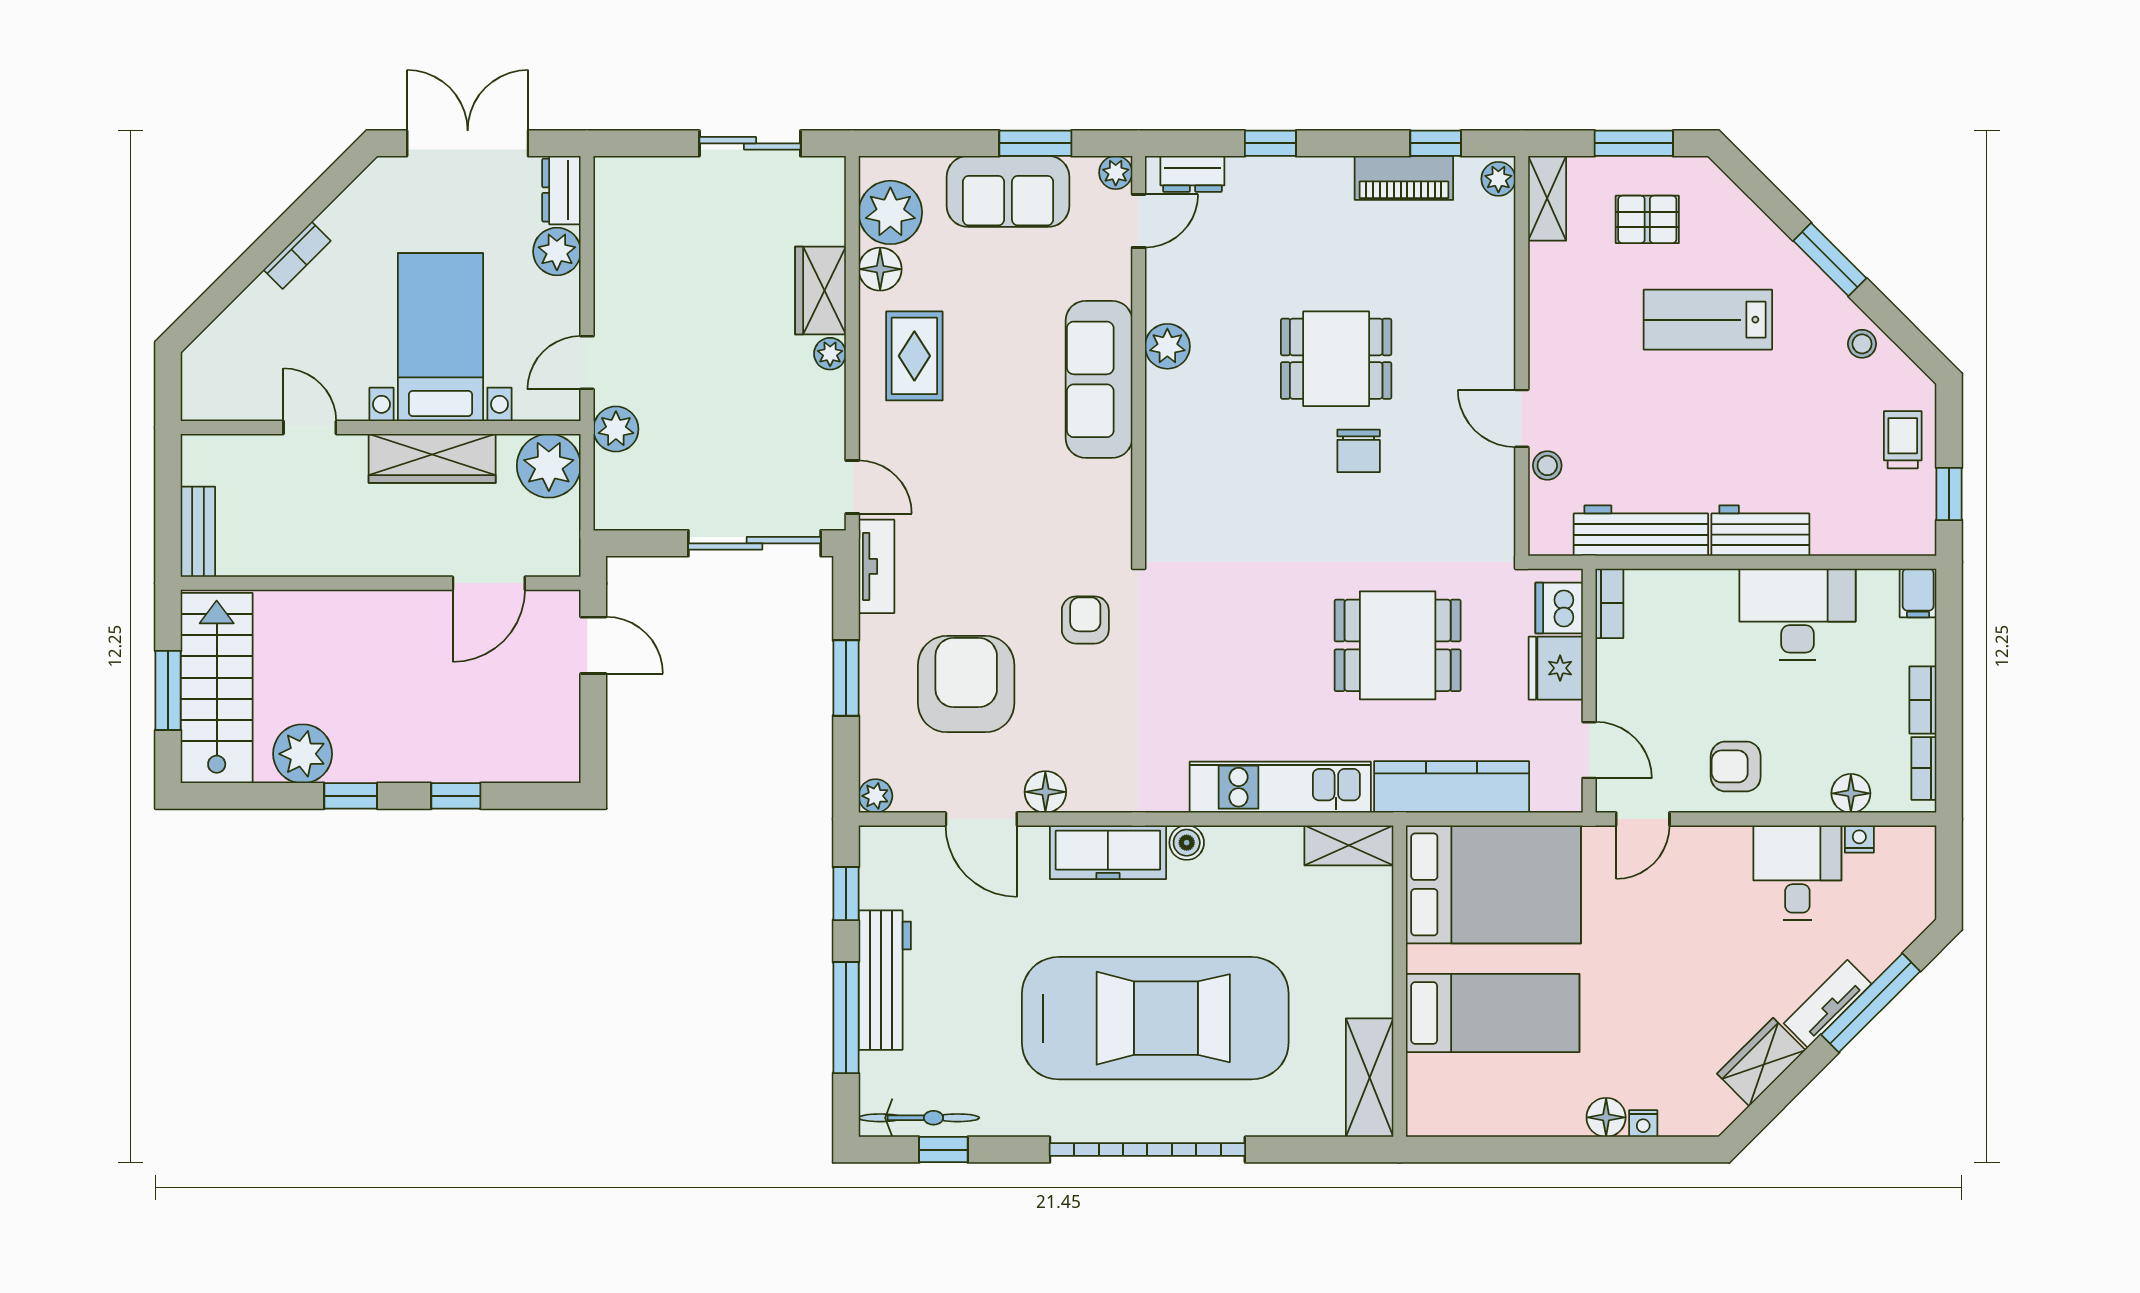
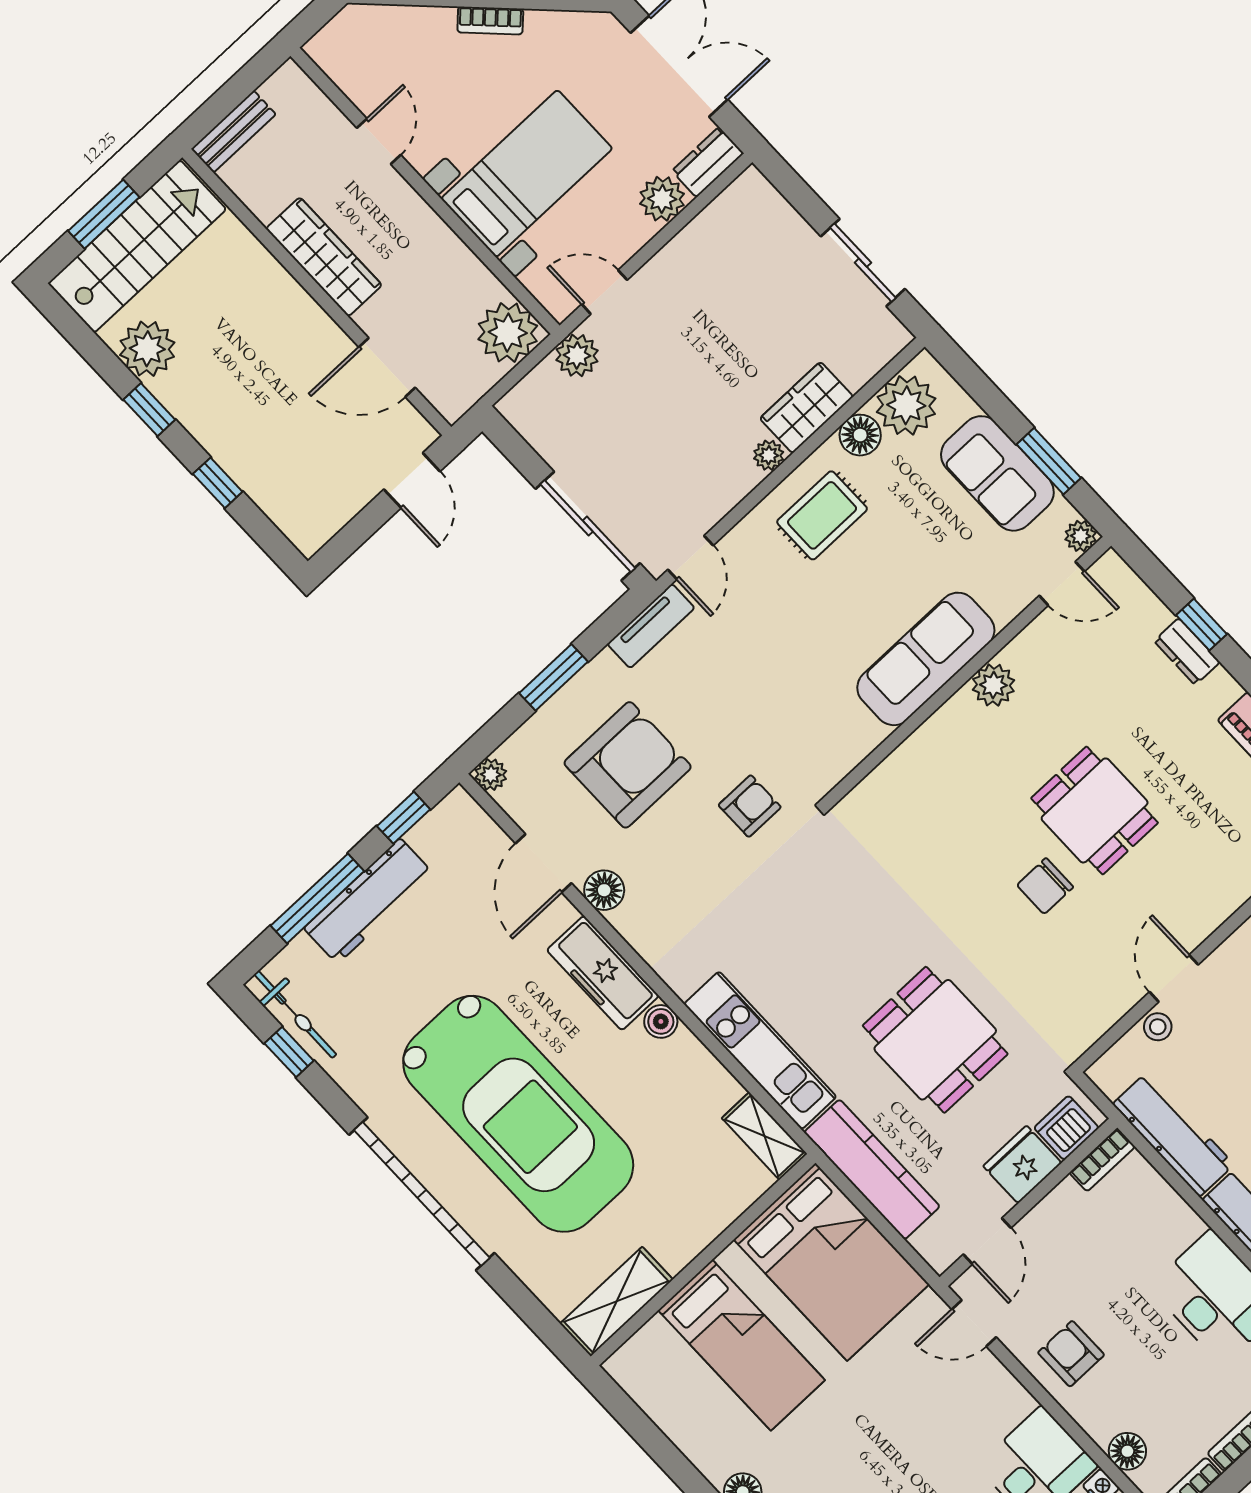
dresser: (1192, 174) -> (1187, 652), moved
wardrobe: (432, 458) -> (324, 257), moved, turned 180

